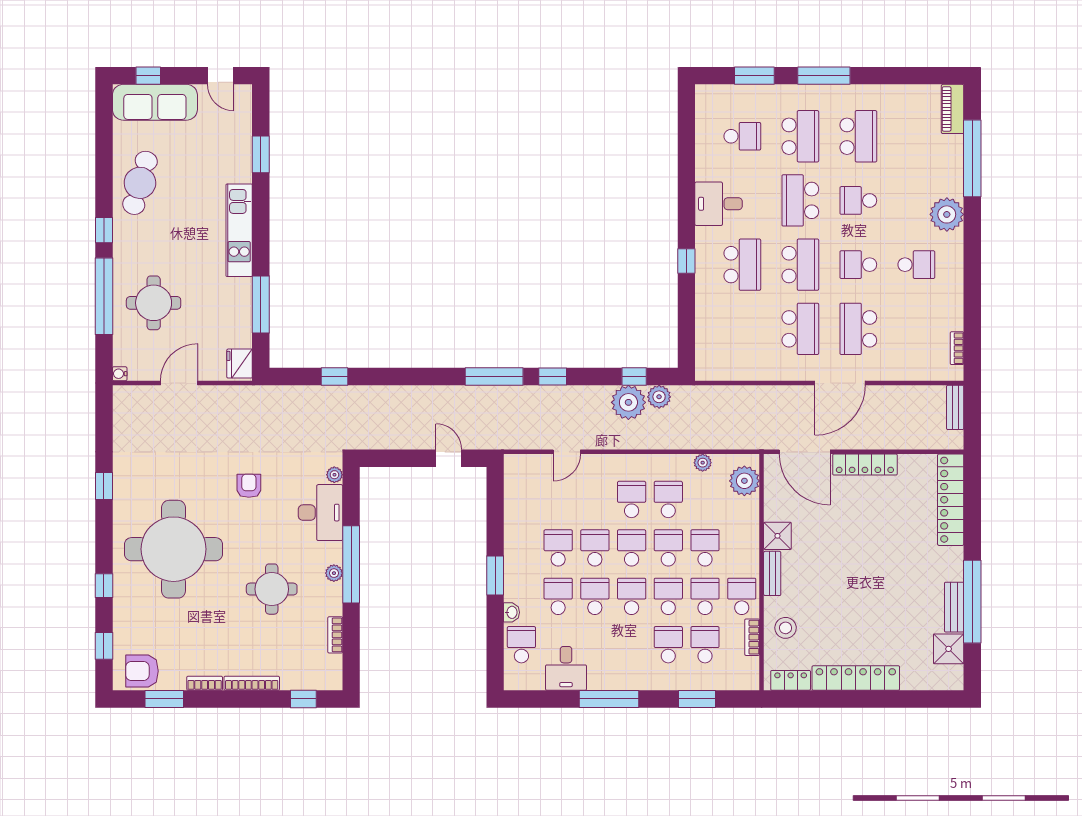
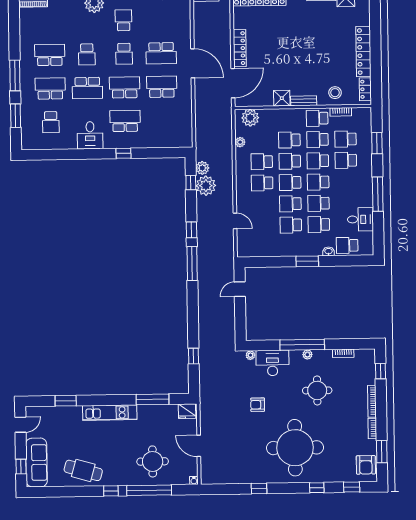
school desk: (742, 136) -> (51, 122), turned 180

